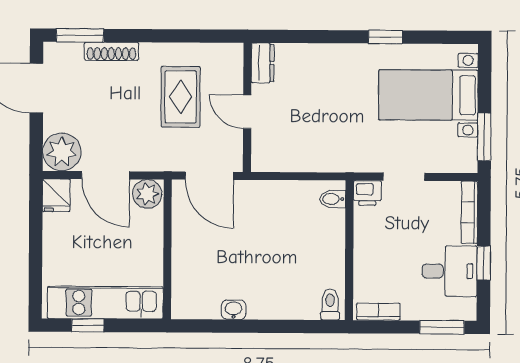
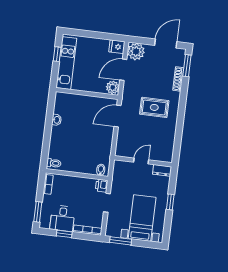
dresser: (263, 63) -> (162, 170), moved
wall: (247, 107) -> (143, 161), moved
door: (247, 112) -> (141, 161), moved

